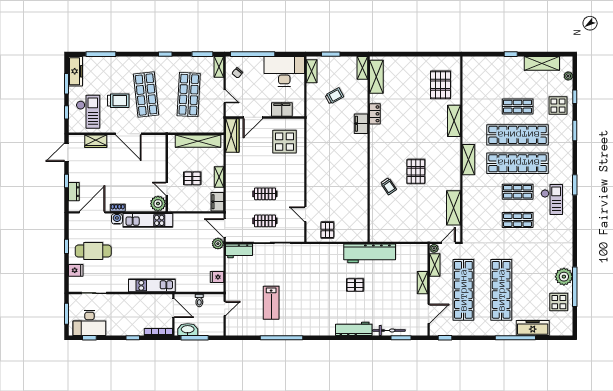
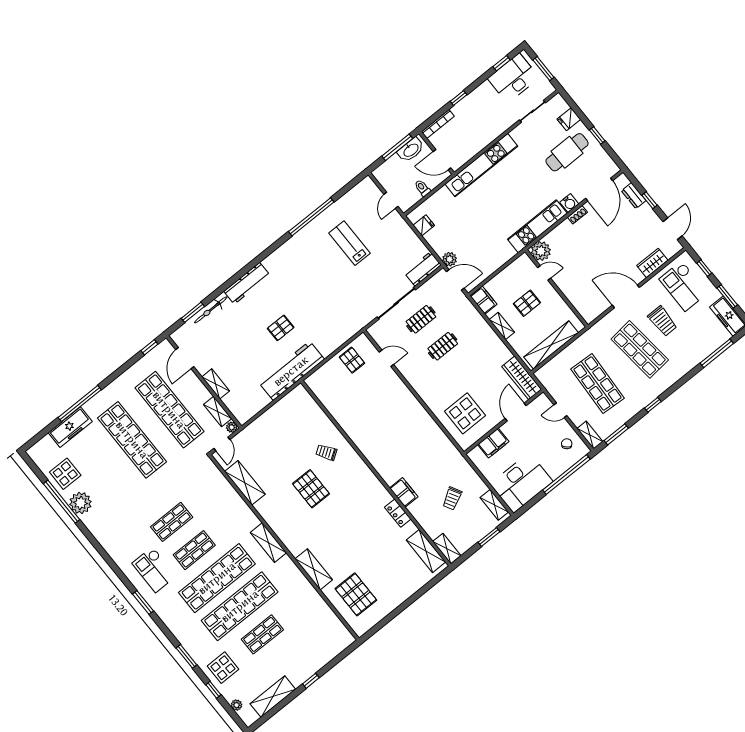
trolley: (118, 101) -> (662, 321), turned -90
kitchen unit: (152, 285) -> (481, 165), width x1.36

